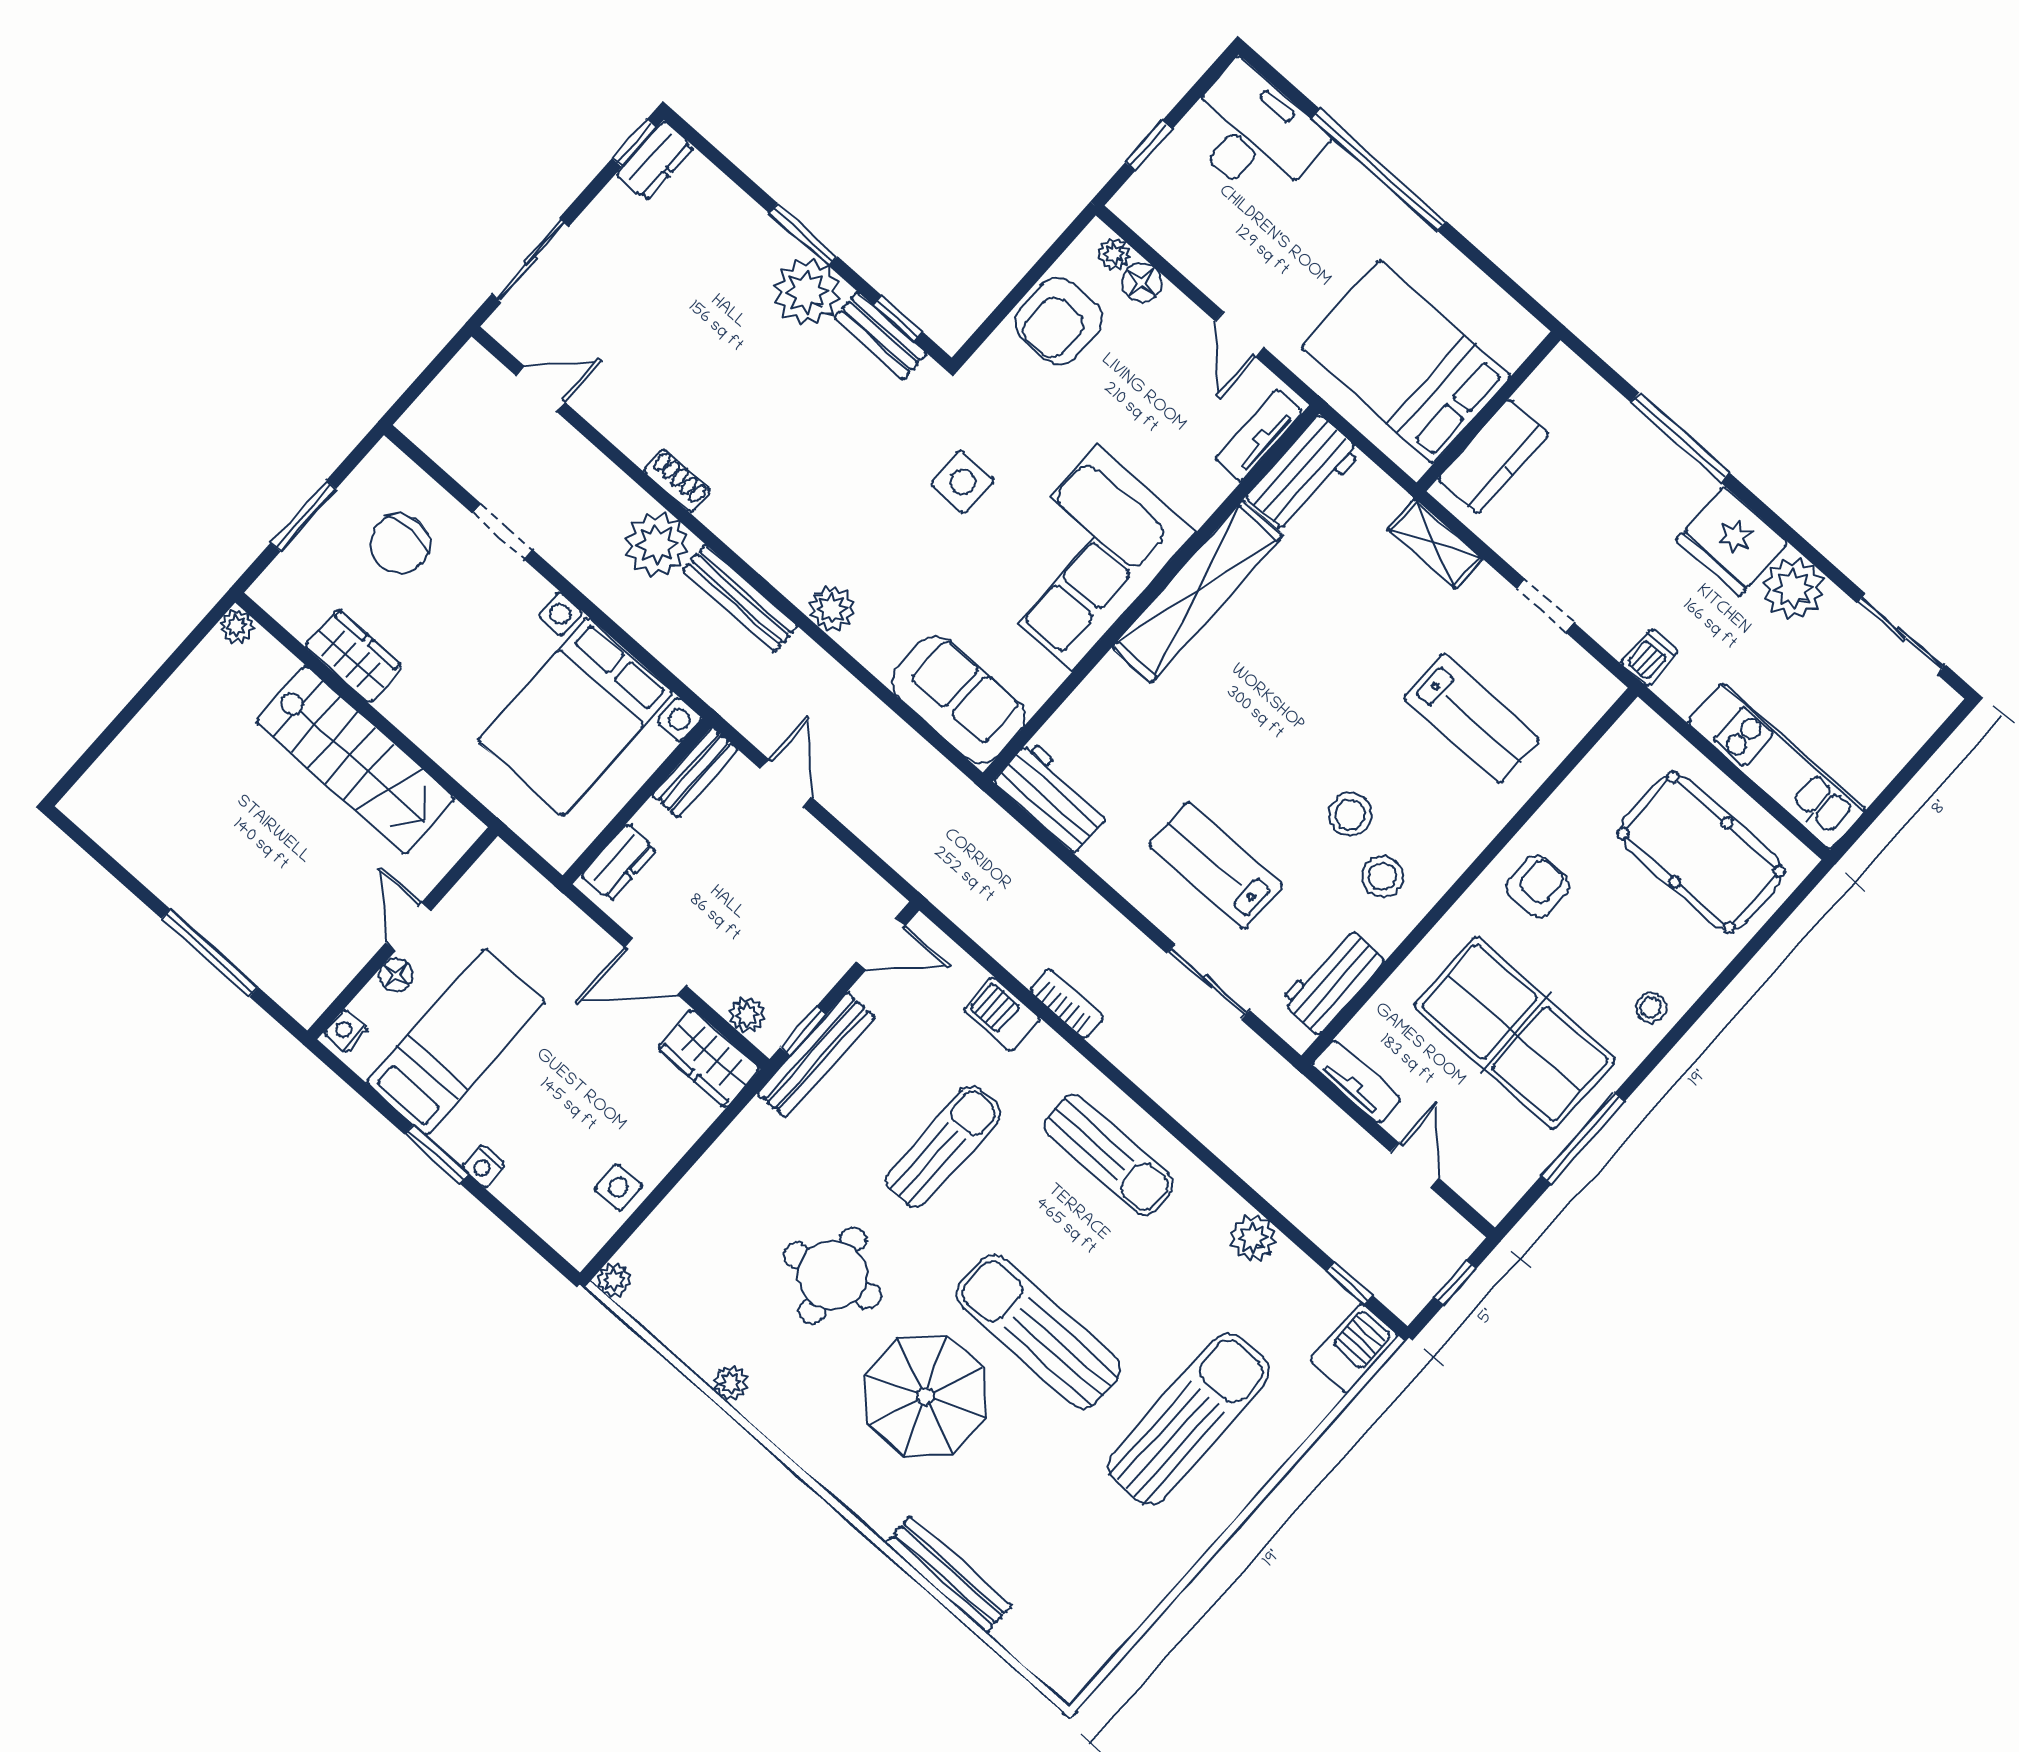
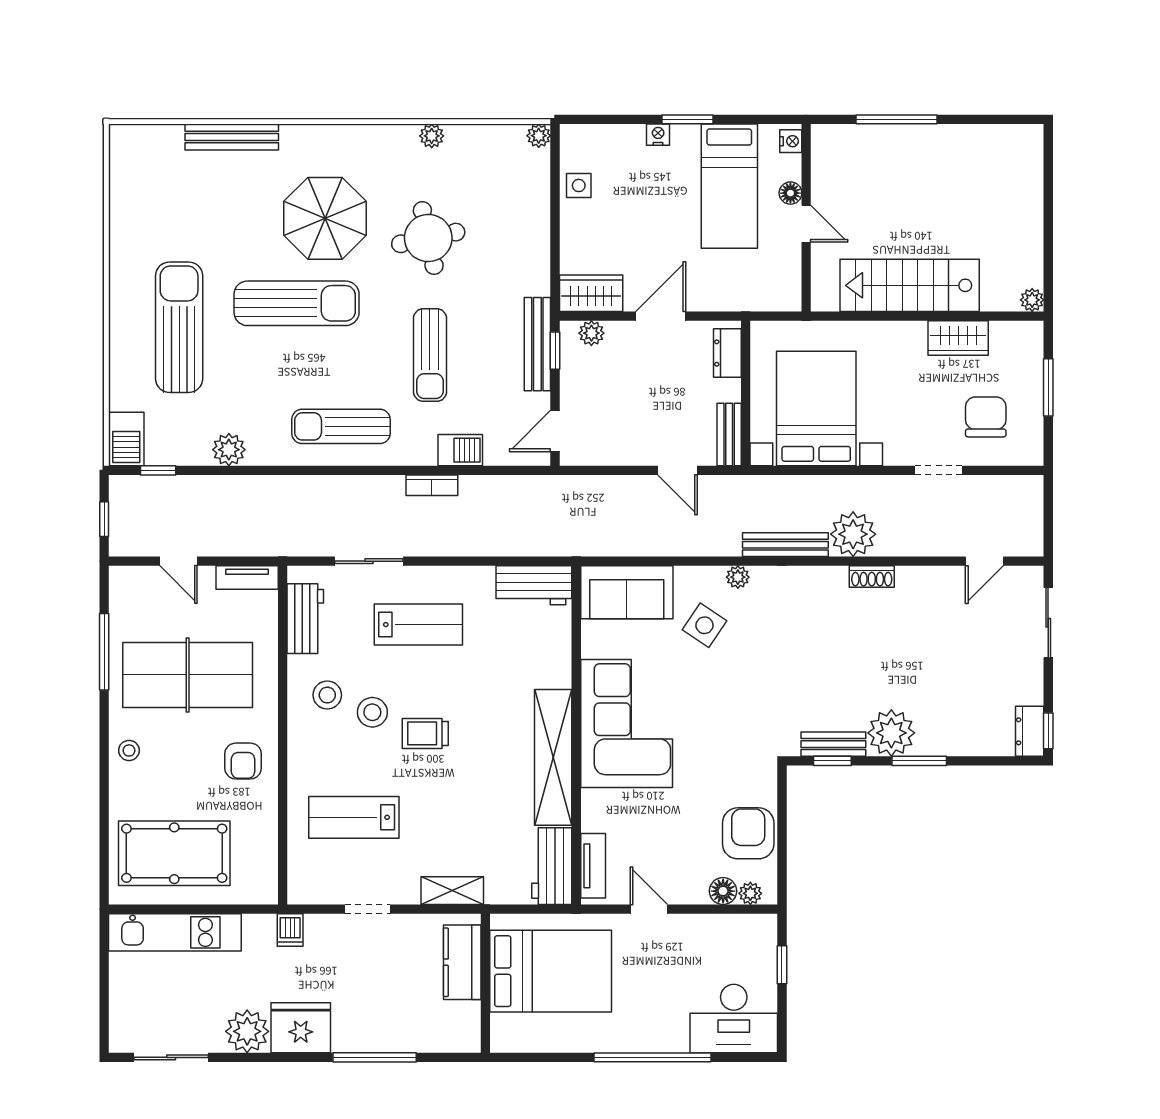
side table: (963, 482) -> (704, 625), moved, turned 34
plant: (832, 609) -> (738, 577), width x0.73, depth x0.73
trolley: (1313, 741) -> (425, 733), added
sun lounger: (1189, 1419) -> (179, 327), turned 180

